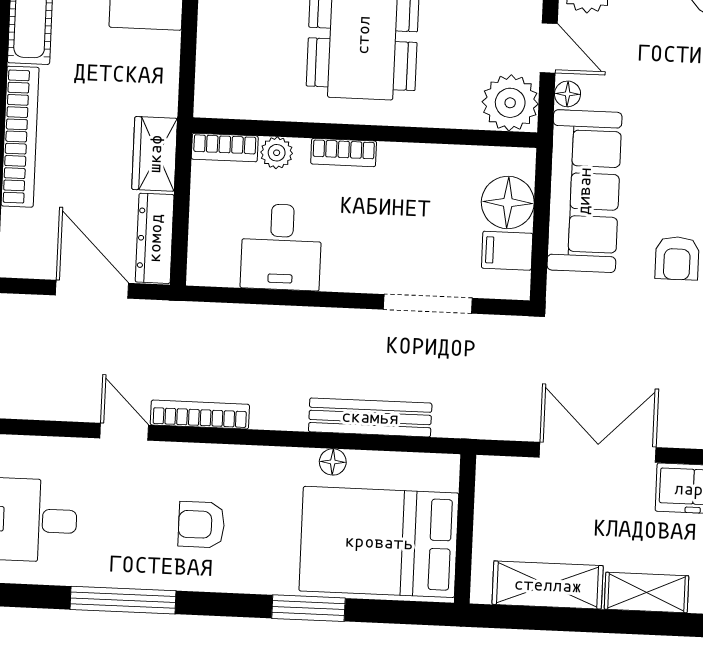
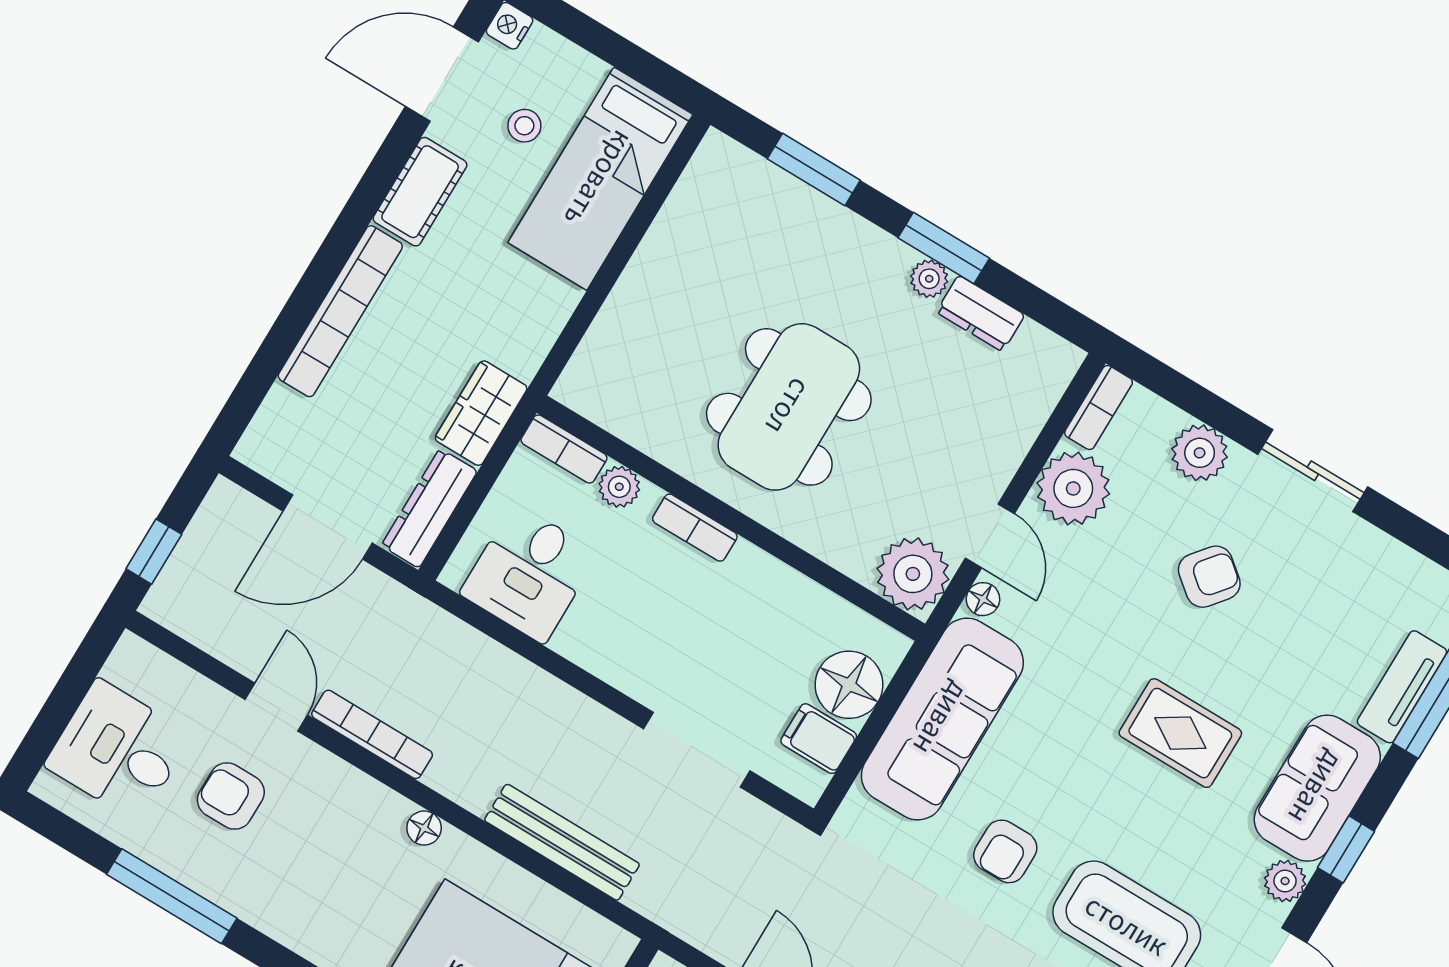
desk: (281, 247) -> (529, 573), moved
door: (92, 289) -> (328, 527), swing flipped
floor lamp: (333, 462) -> (424, 828), moved
armchair: (201, 525) -> (231, 796), moved

